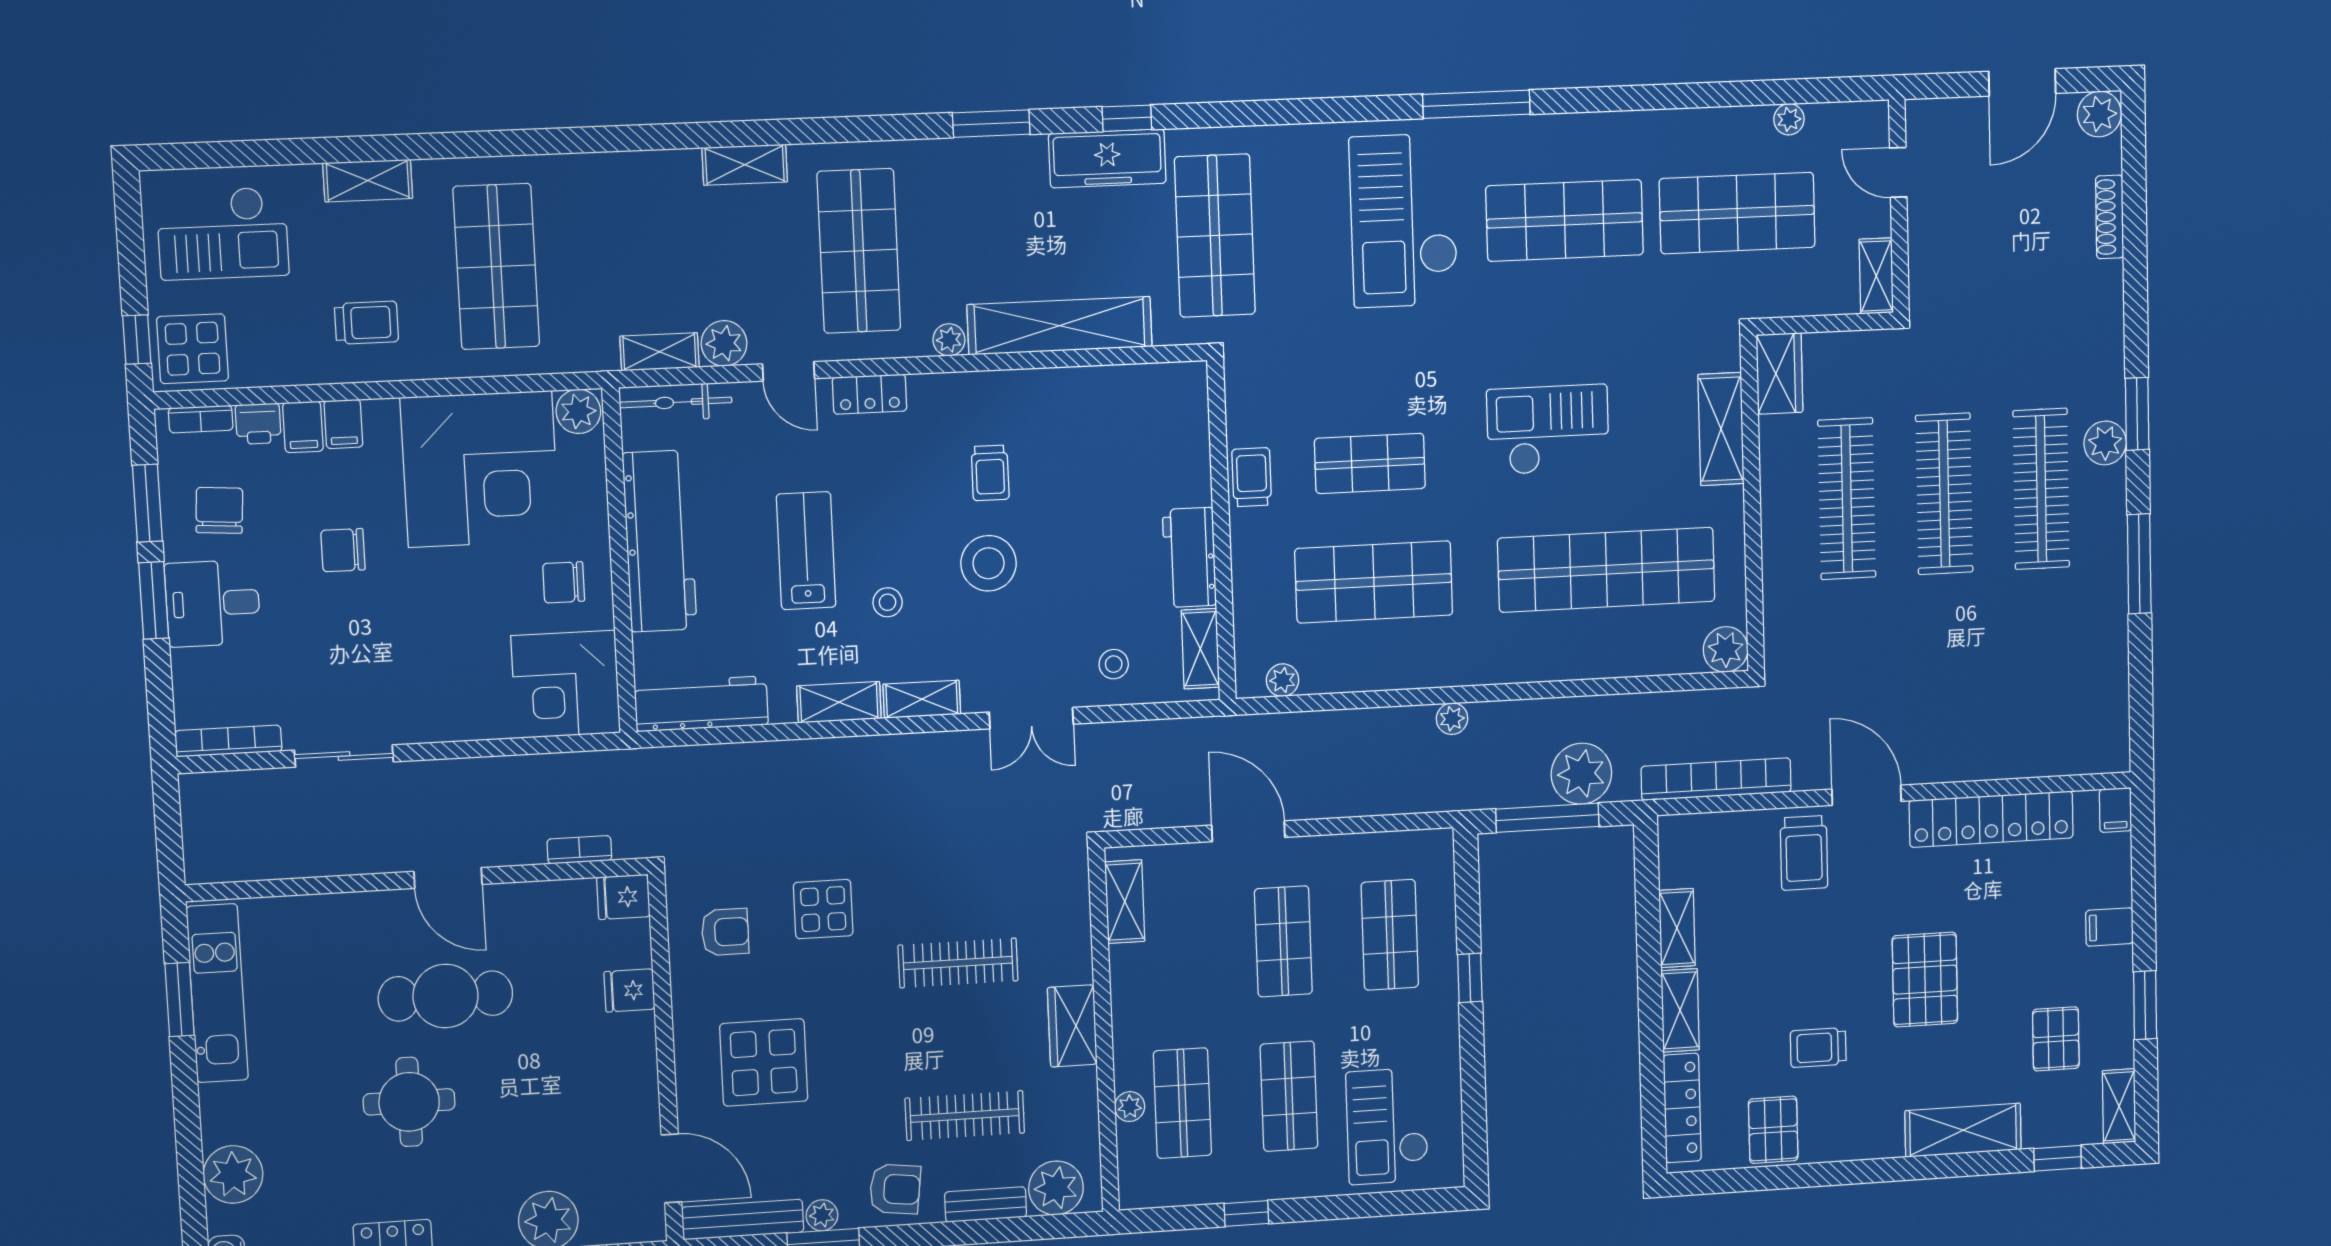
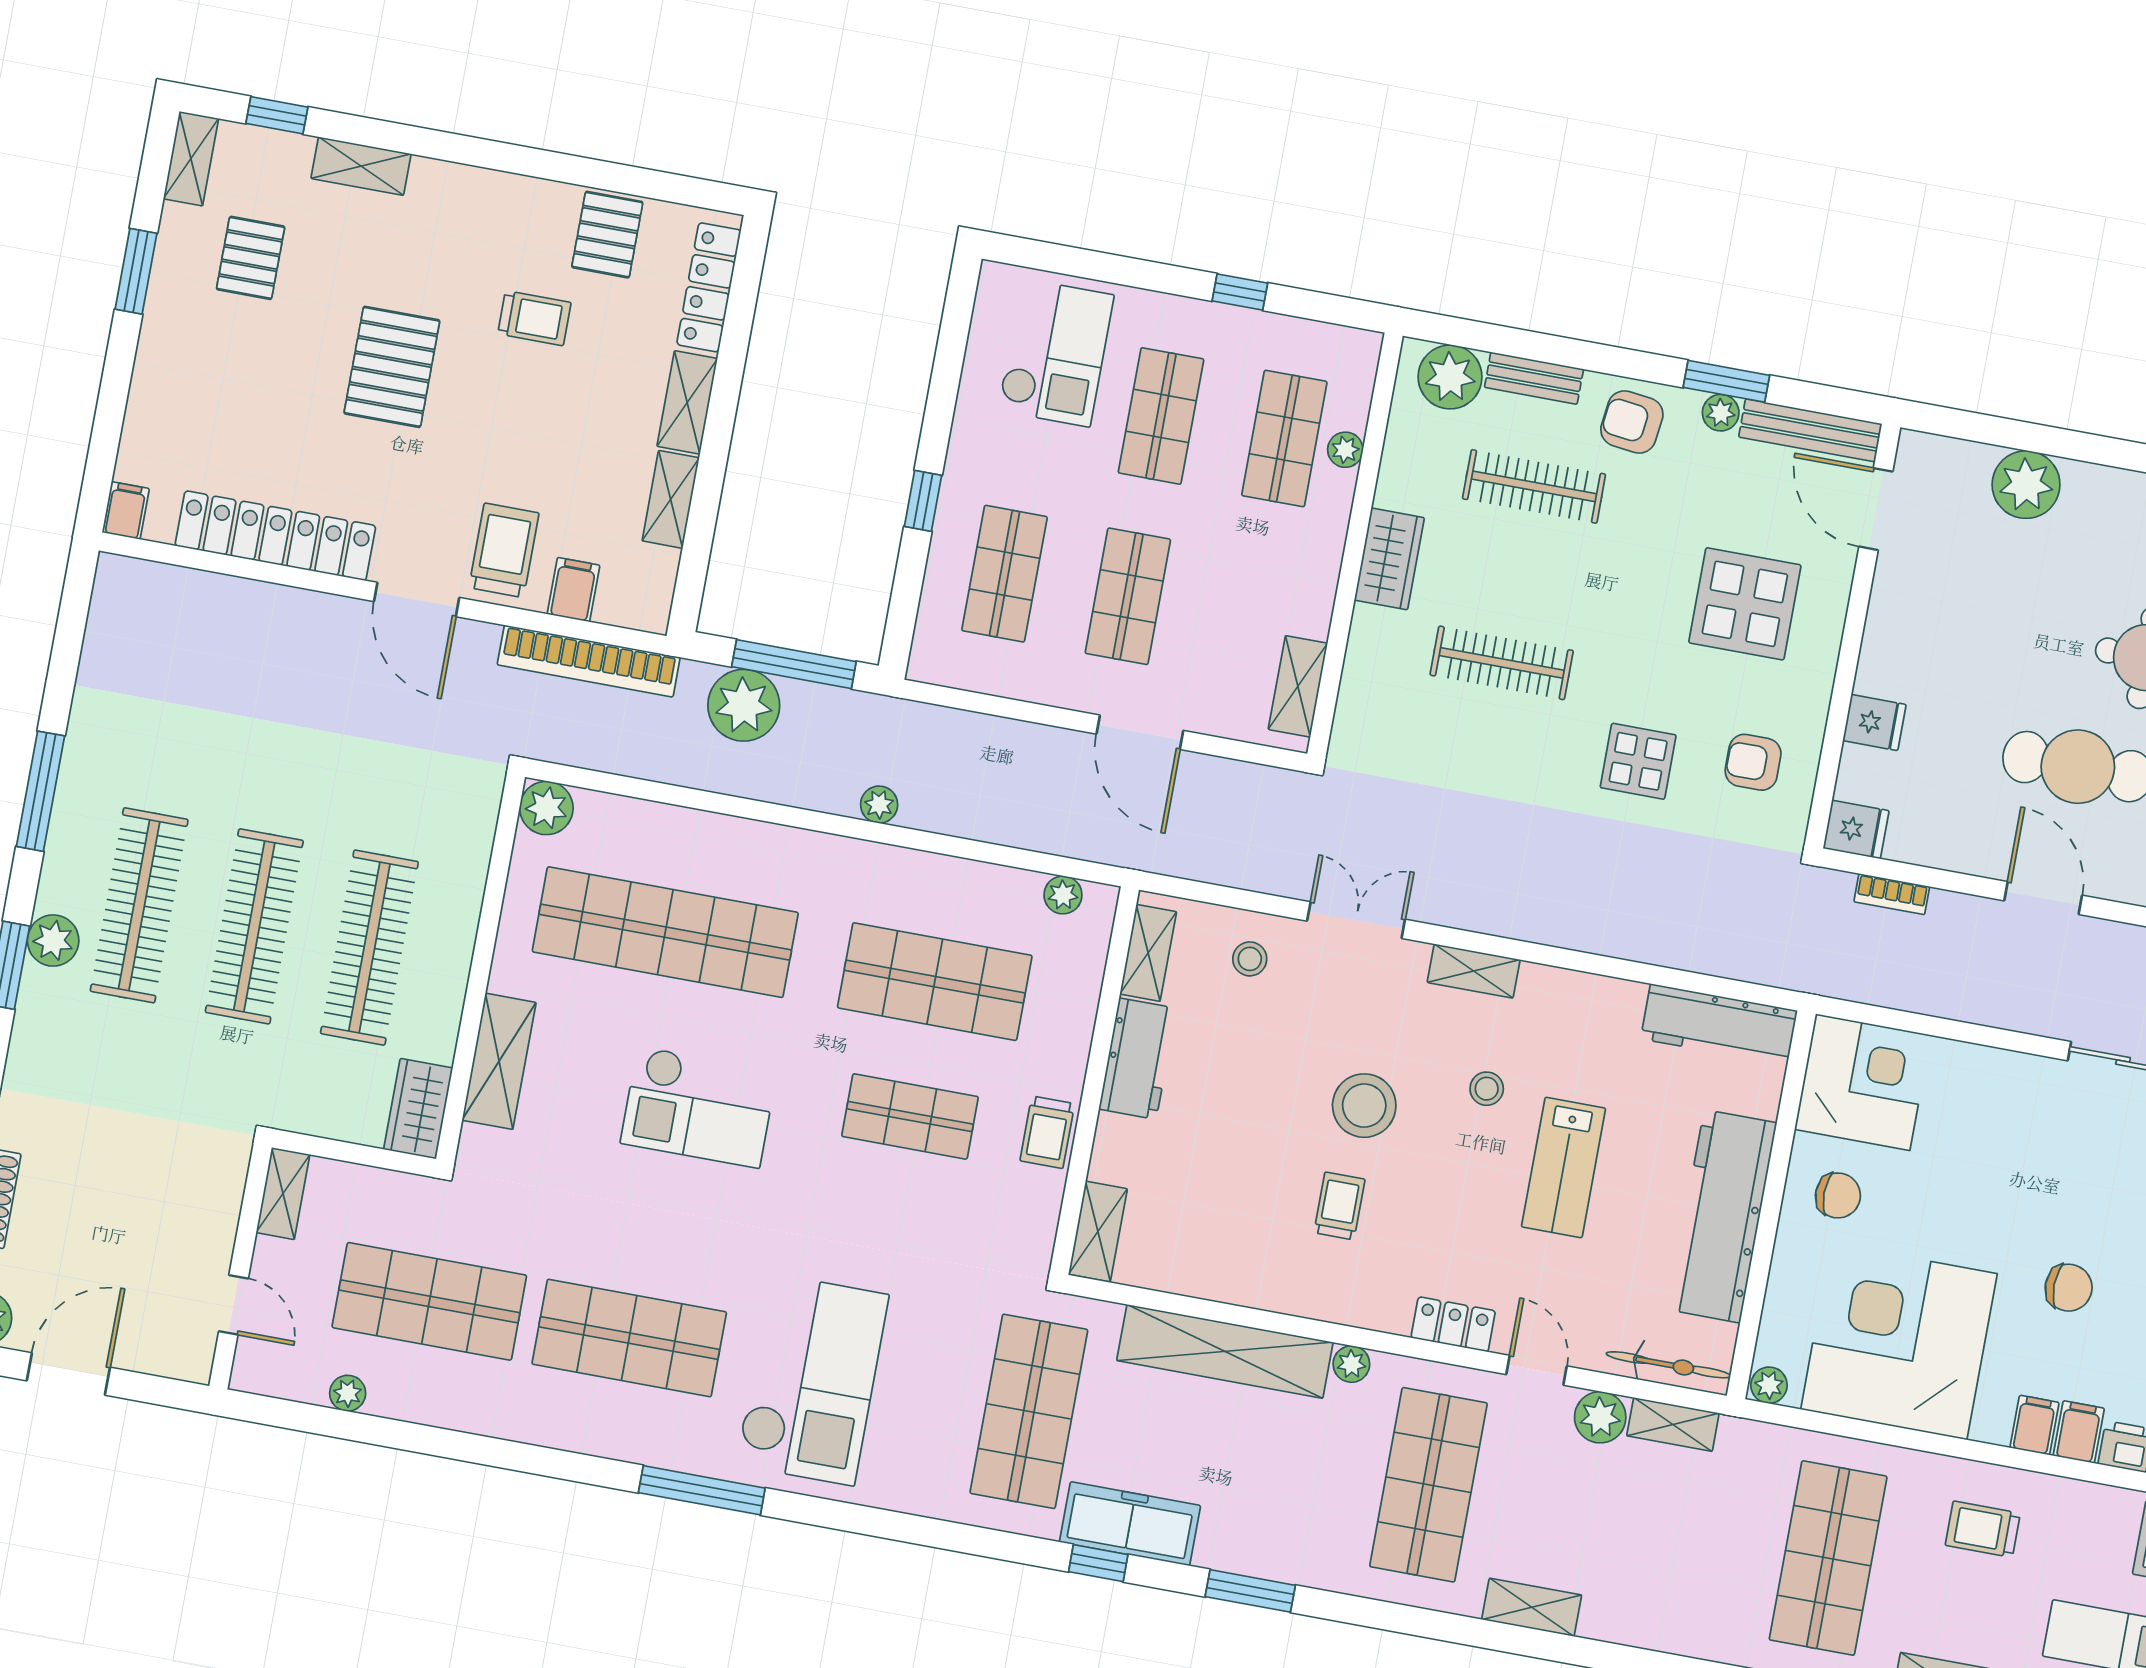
plant: (578, 411) -> (1769, 1385), width x0.73, depth x0.73
shelving: (839, 702) -> (1098, 1231), moved, turned 90
filing cabinet: (2109, 927) -> (573, 590), moved, turned -90
shelving: (1963, 1130) -> (361, 166), width x0.67, depth x0.75

